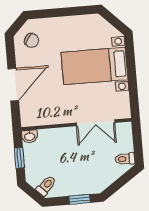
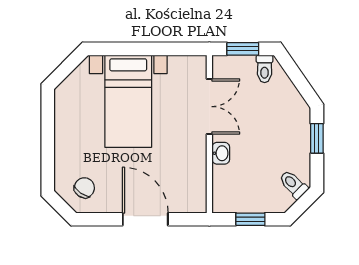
washbasin: (30, 136) -> (221, 153), moved
window: (137, 143) -> (243, 49), added

